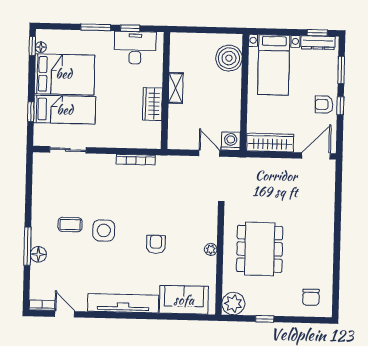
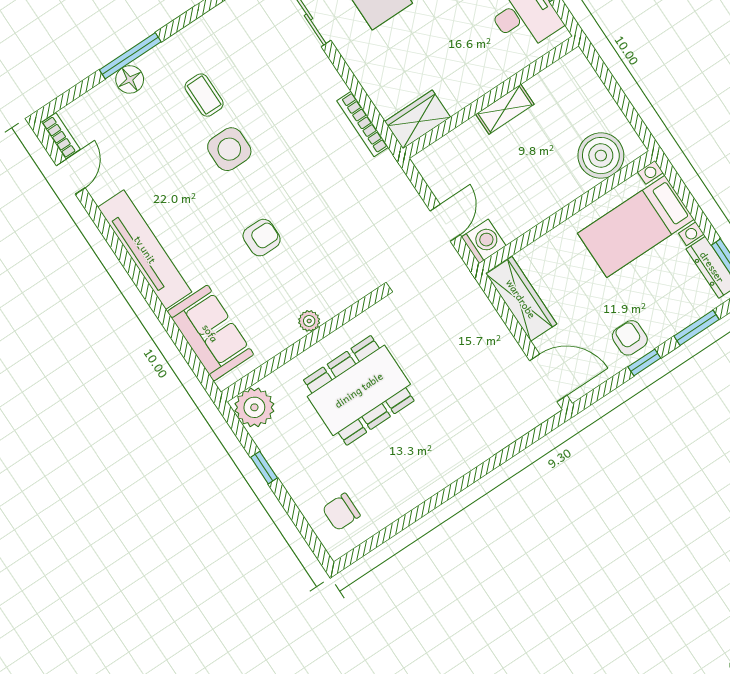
wardrobe: (152, 104) -> (418, 119), moved

